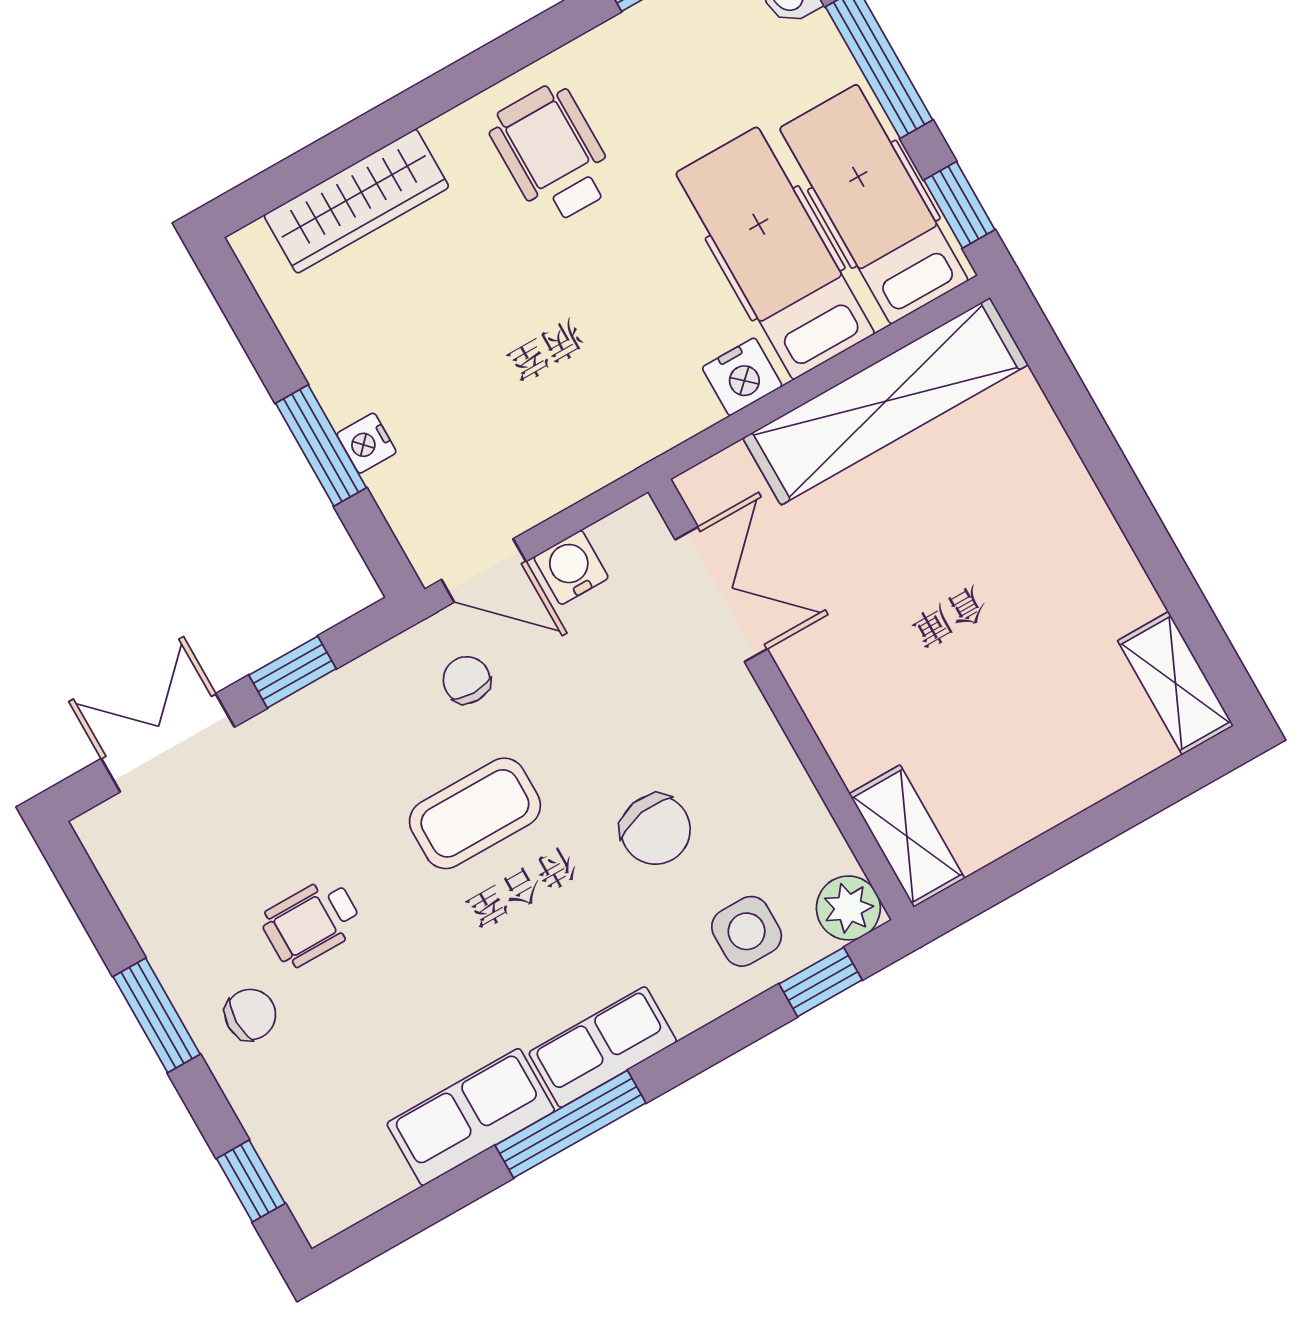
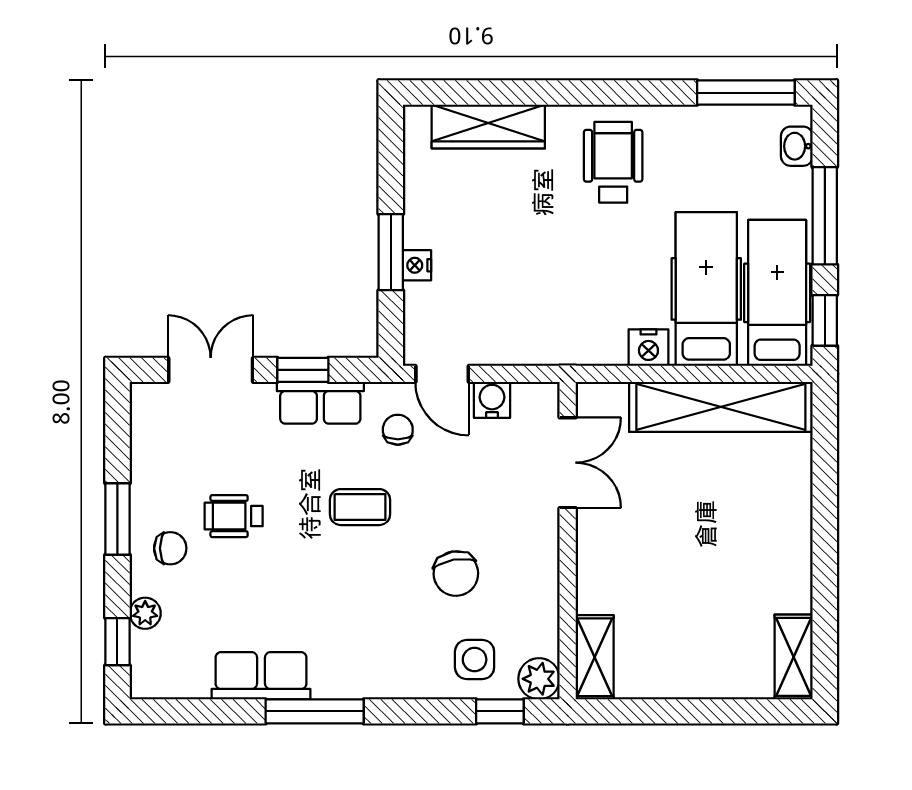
coffee table: (475, 813) -> (360, 507), width x0.73, depth x0.77
row of seats: (603, 1047) -> (320, 403), moved, turned 180
plant: (266, 1122) -> (145, 613), added

